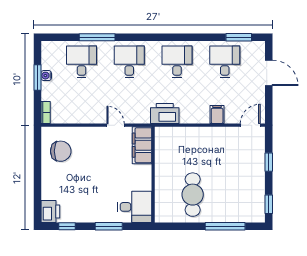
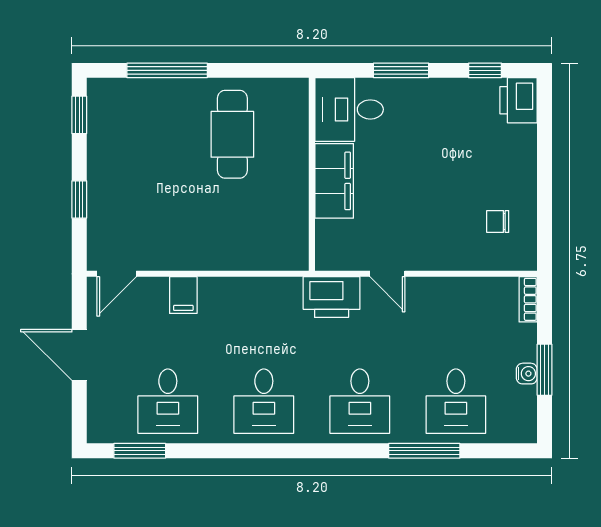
door: (269, 73) -> (79, 355), moved
printer: (165, 114) -> (332, 297), moved
filing cabinet: (142, 145) -> (334, 181), moved
chair: (61, 151) -> (498, 222), width x0.54, depth x0.54

